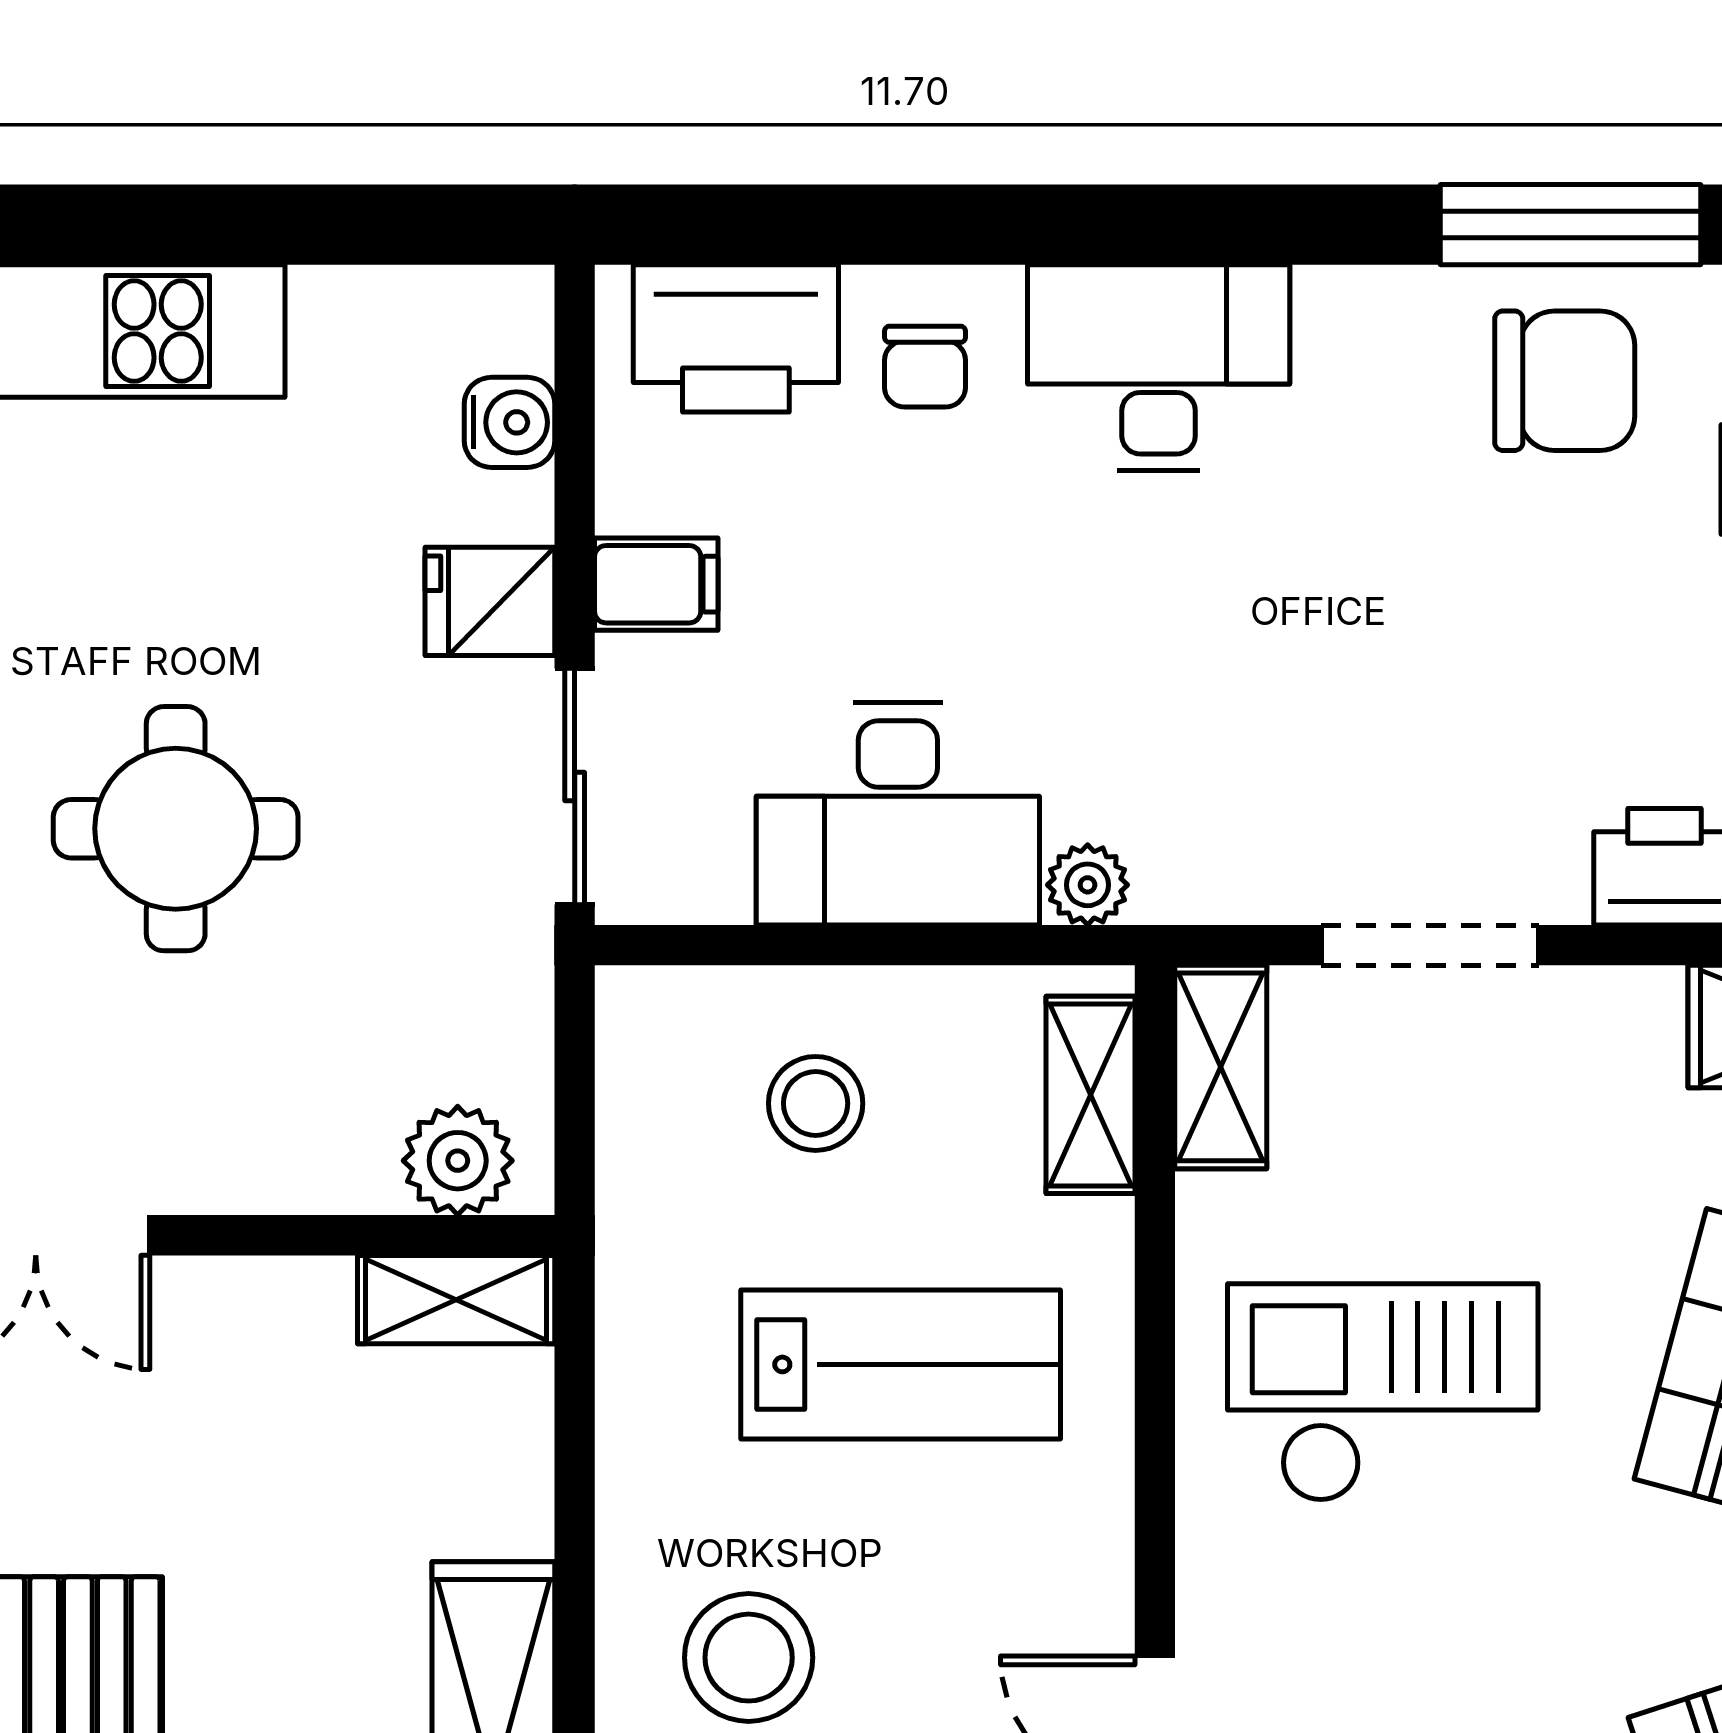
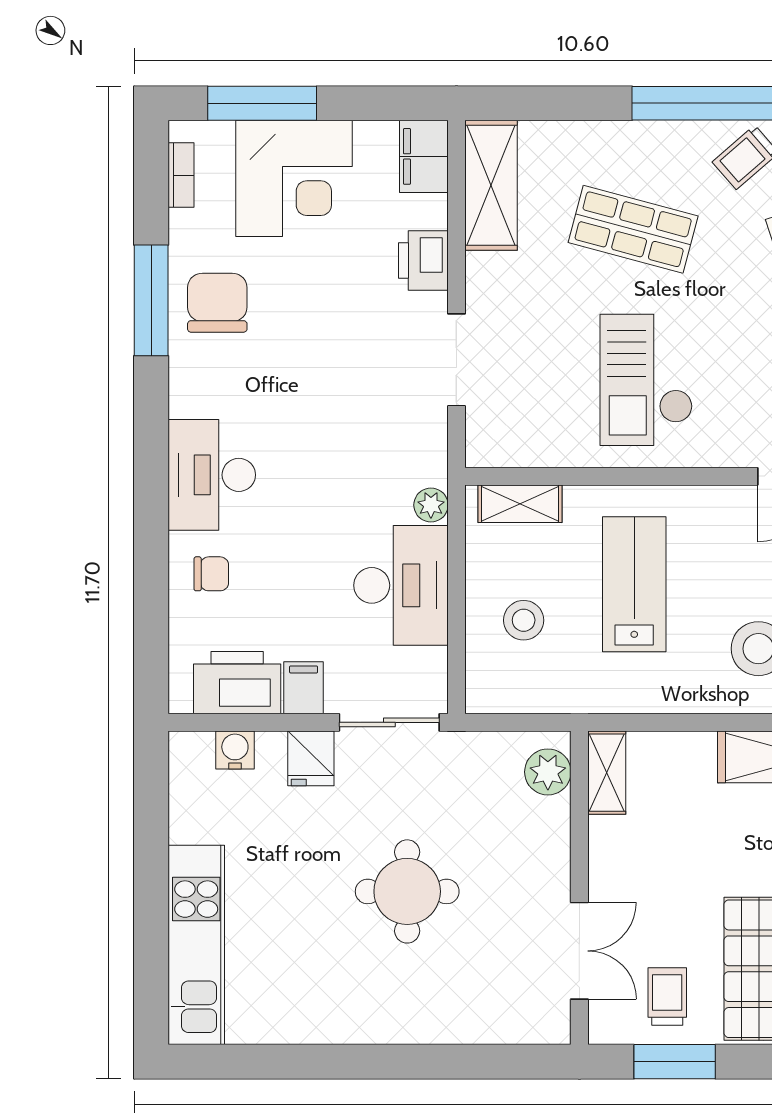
printer: (736, 338) -> (237, 683), moved, turned -90
shelving: (1221, 1067) -> (508, 448), removed

